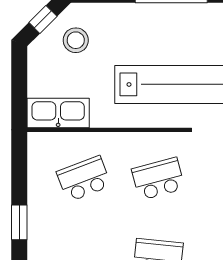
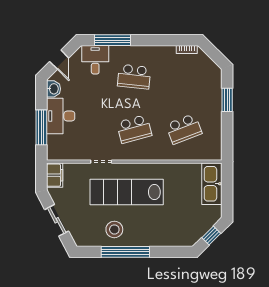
stool: (76, 40) -> (114, 229), moved
kitchen sink: (58, 113) -> (212, 184), moved, turned 90

